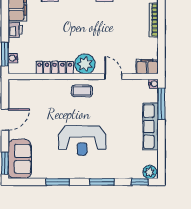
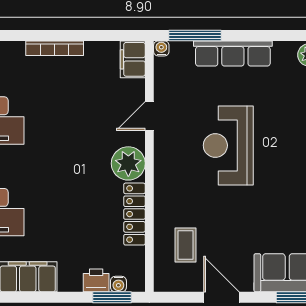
printer: (15, 30) -> (96, 280), moved
coffee table: (82, 91) -> (185, 245), moved
reception desk: (82, 140) -> (228, 145), moved, turned 180

